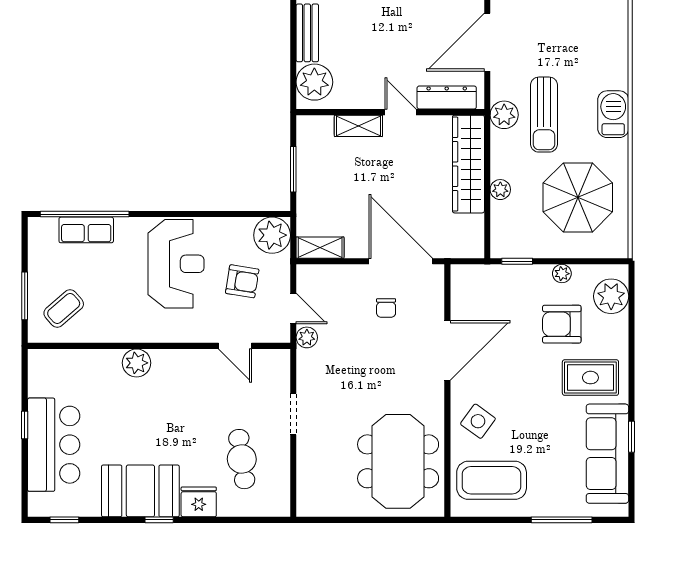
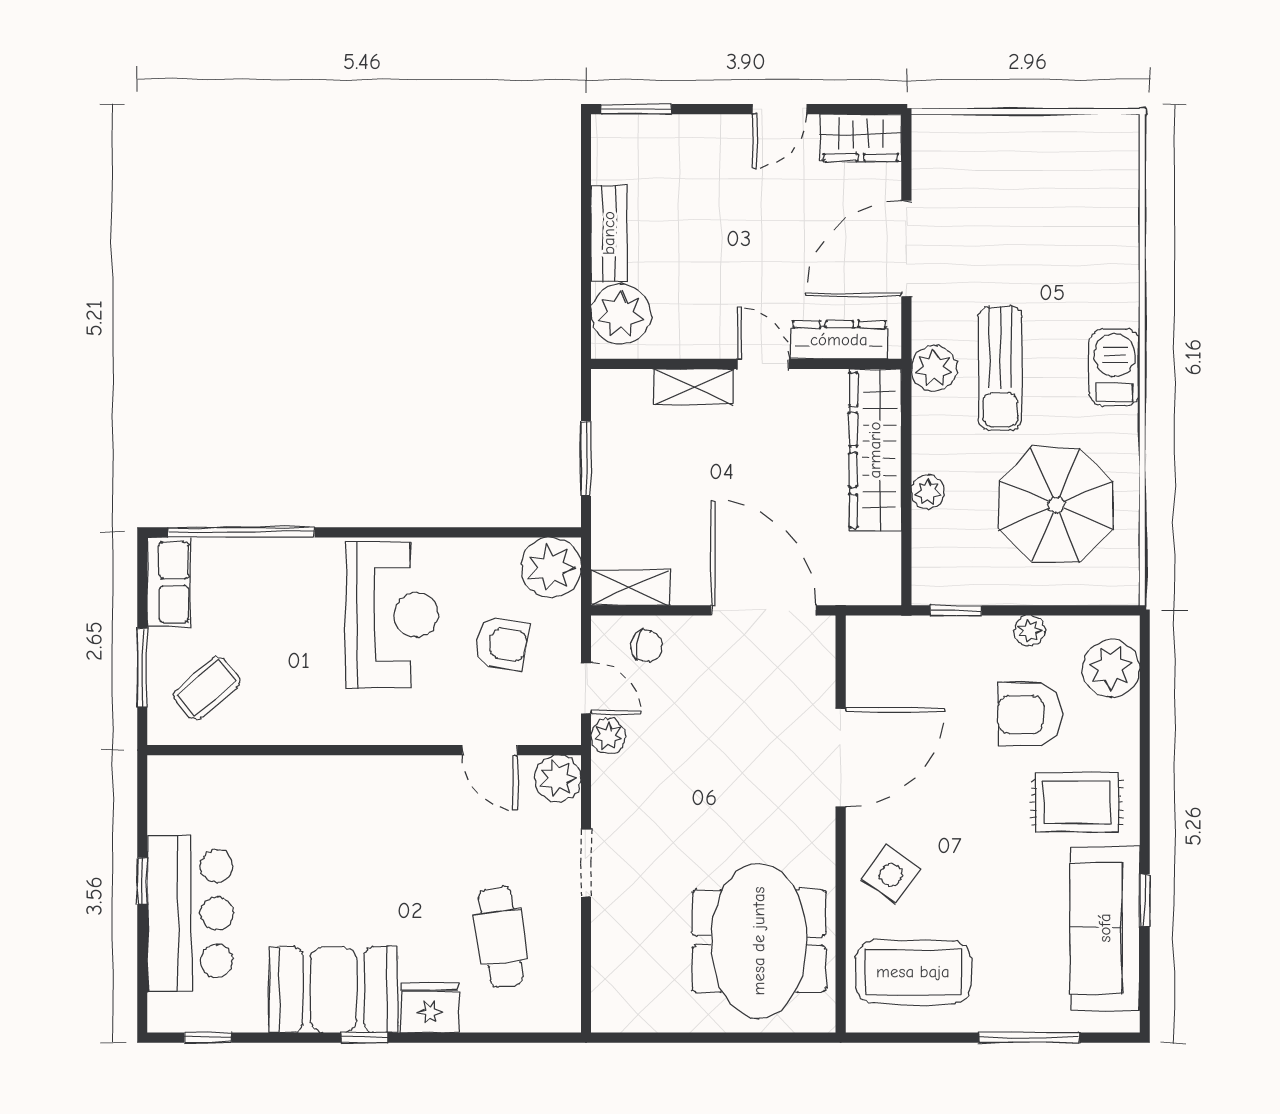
row of seats: (86, 230) -> (169, 582), moved, turned -90
chair: (386, 308) -> (646, 646), moved, turned -79
plant: (137, 363) -> (558, 778), moved

